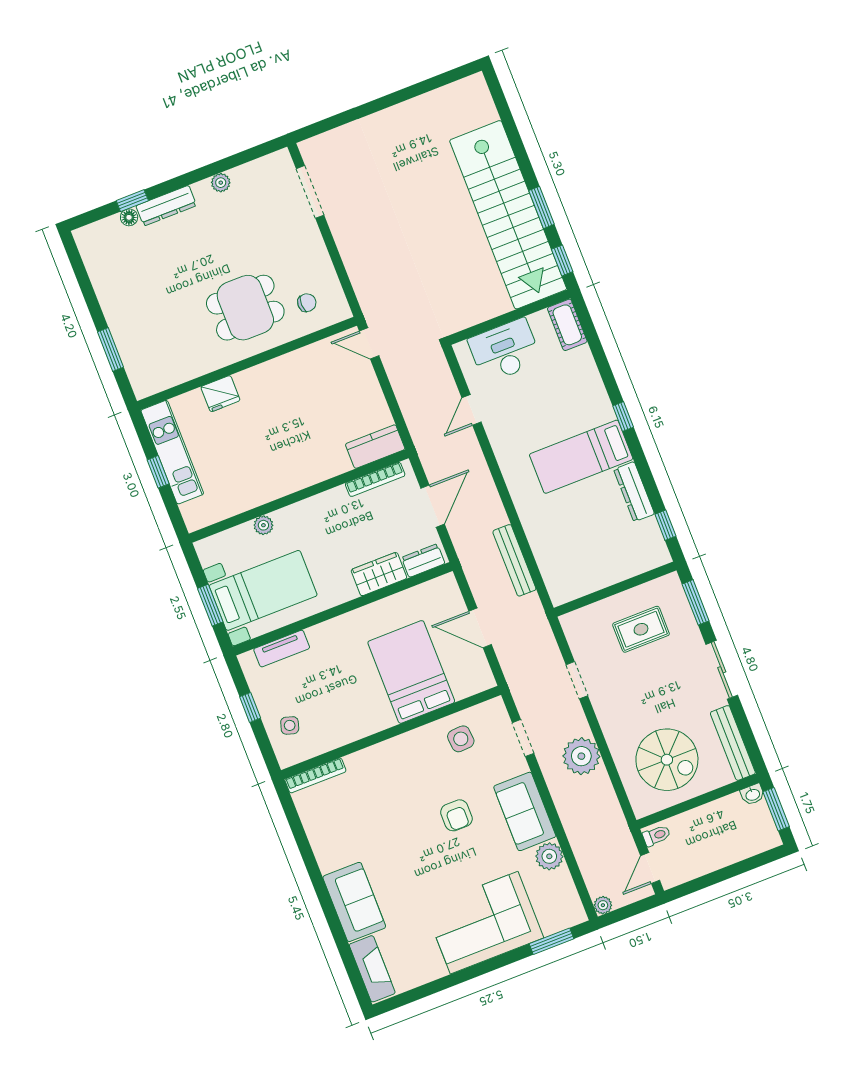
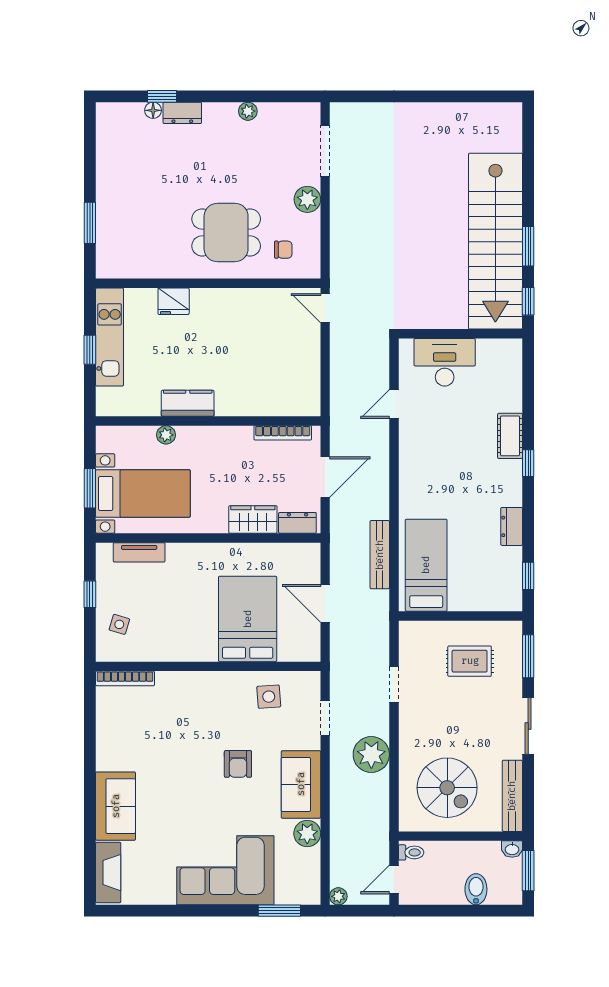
dresser: (166, 206) -> (182, 113), width x0.70
plant: (311, 245) -> (307, 199), added
cot: (567, 325) -> (510, 436), moved
kitchen counter: (375, 447) -> (188, 403), moved
bed: (581, 457) -> (426, 565), moved, turned 90
dresser: (634, 492) -> (512, 526), width x0.70
bidet: (733, 847) -> (476, 889), added

